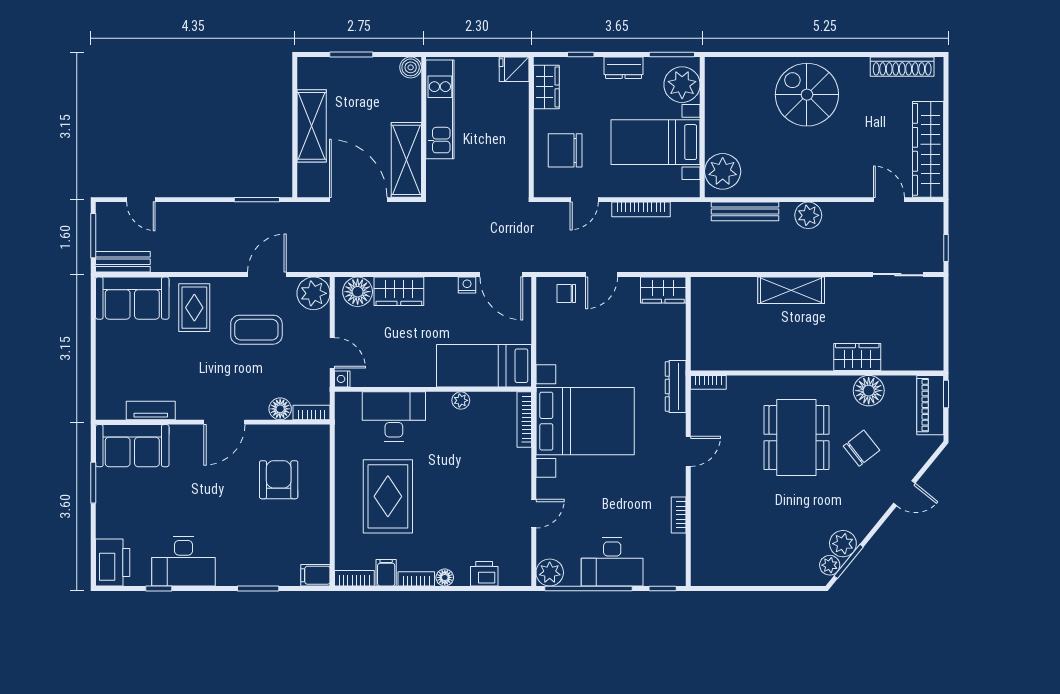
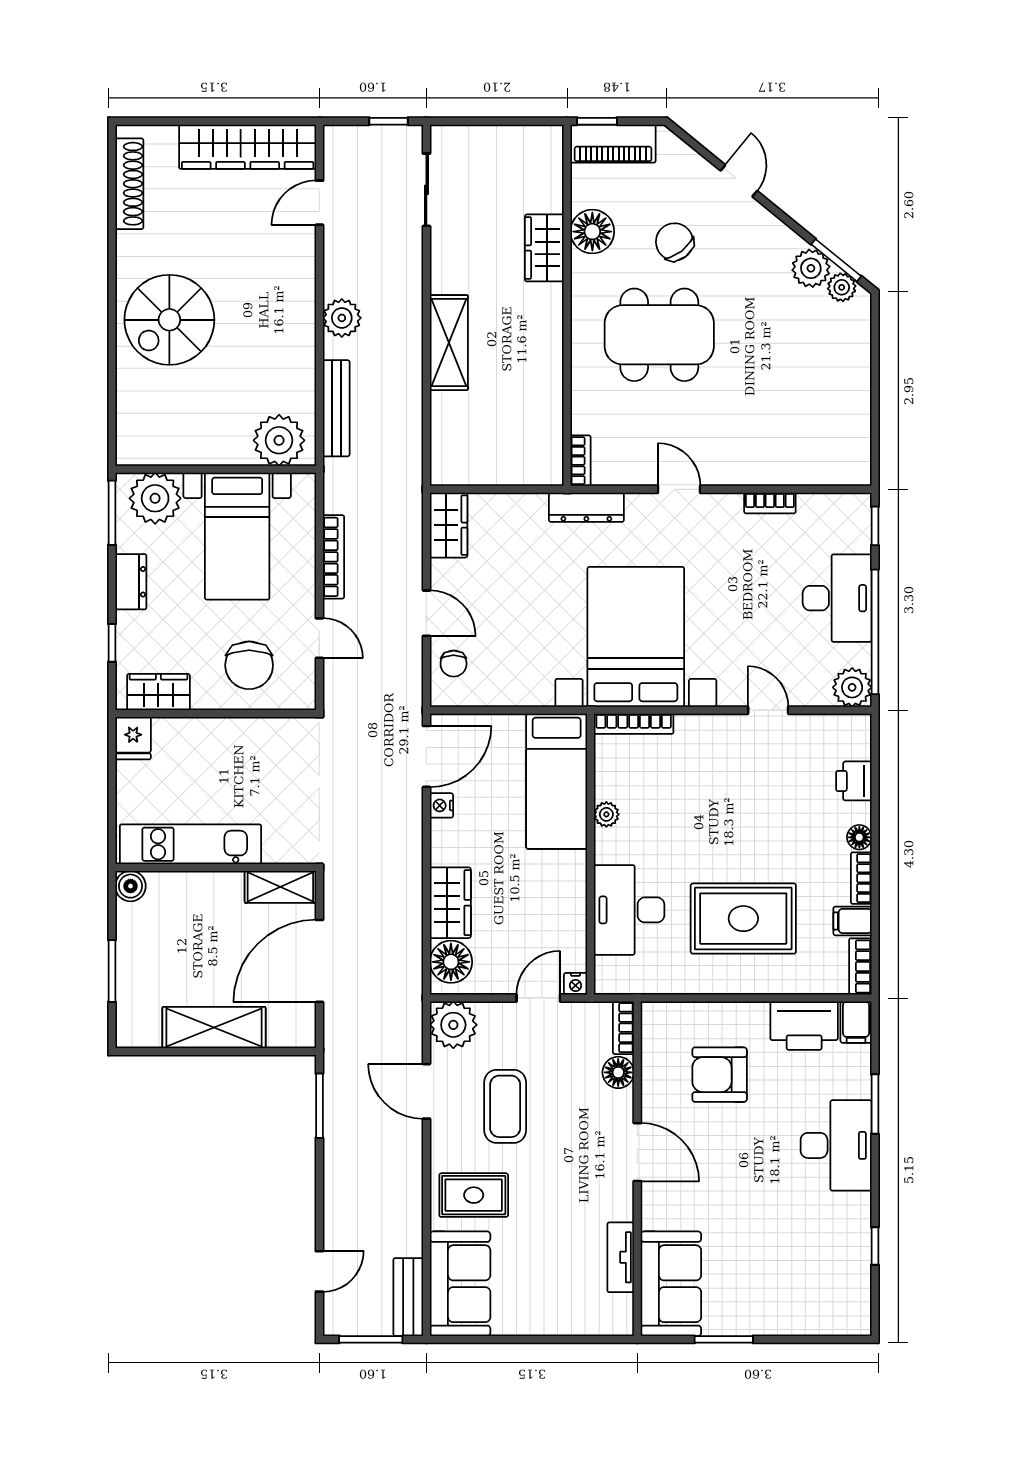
shelving: (406, 160) -> (280, 887), width x0.67, depth x0.75
desk: (183, 561) -> (836, 1145), moved
printer: (113, 562) -> (804, 1026), moved, turned 180

